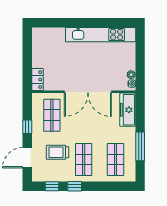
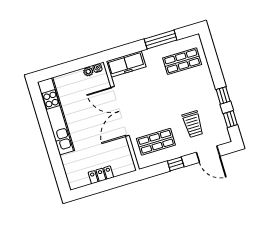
locker: (37, 80) -> (101, 175), moved
double door: (88, 92) -> (120, 111), swing flipped
shop shelf: (84, 159) -> (192, 94), removed

